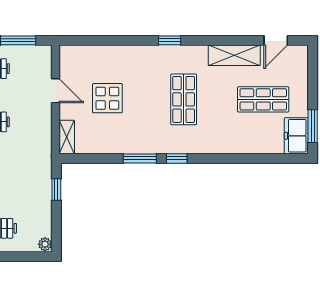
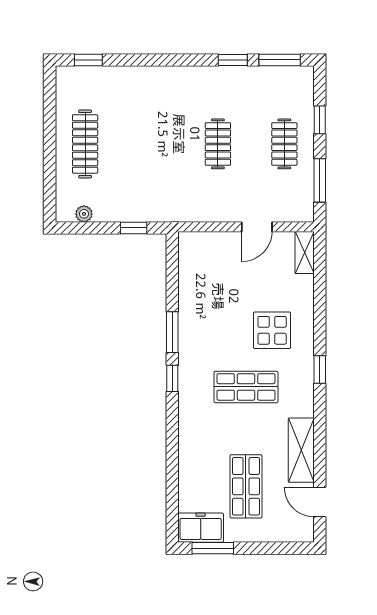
display table: (107, 98) -> (272, 330), moved
shelving: (67, 137) -> (305, 253), moved, turned 90
plant: (45, 244) -> (84, 214), moved

